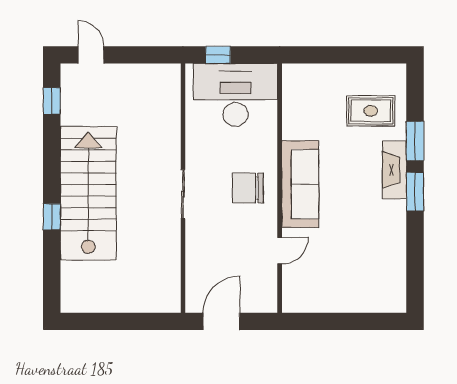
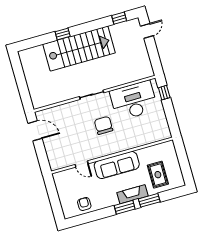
desk: (235, 95) -> (134, 100), moved, turned -90
sofa: (300, 184) -> (117, 165), moved
wall: (280, 188) -> (112, 156), moved
door: (280, 251) -> (82, 164), moved
armchair: (387, 267) -> (84, 204), added

